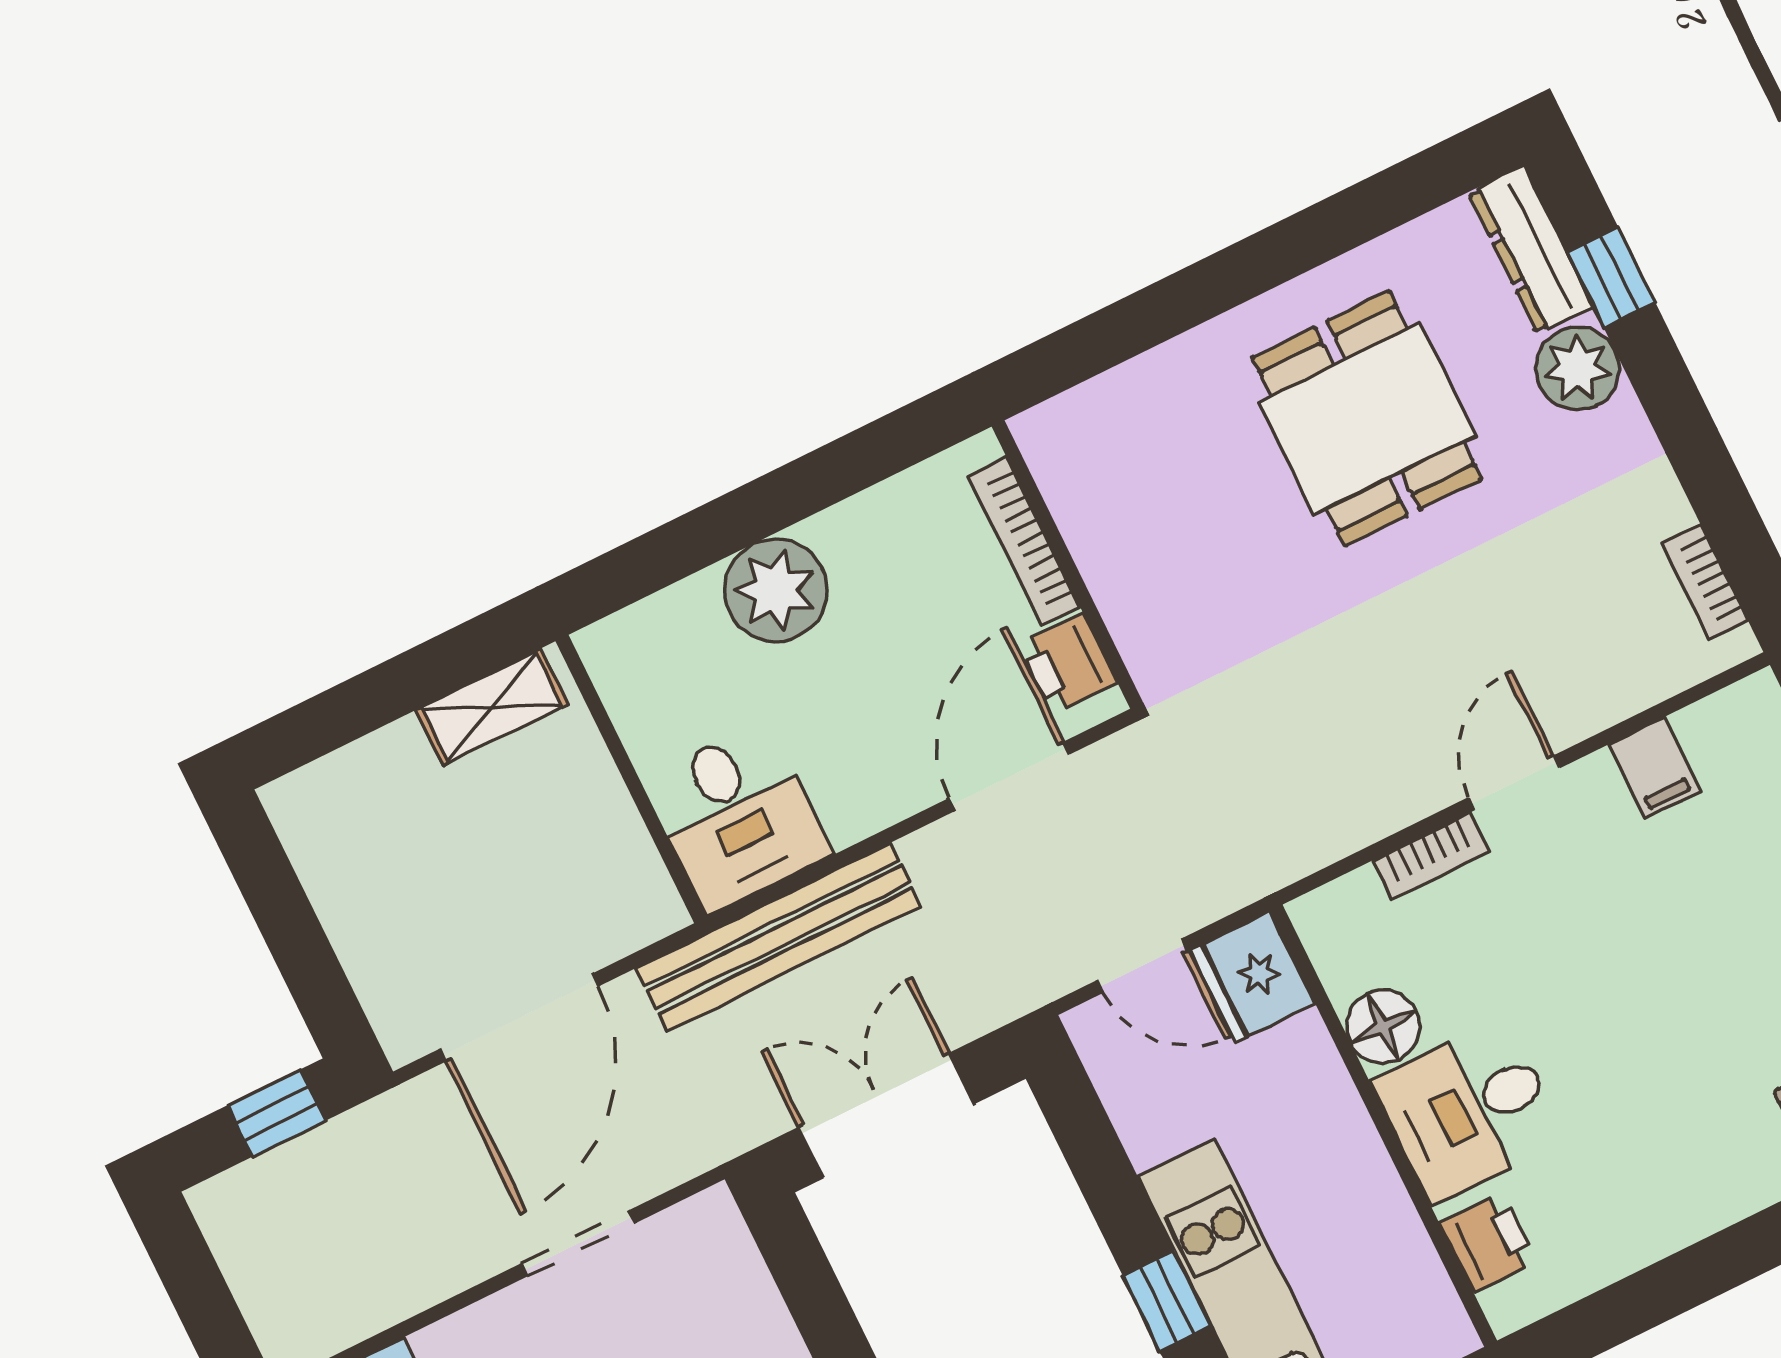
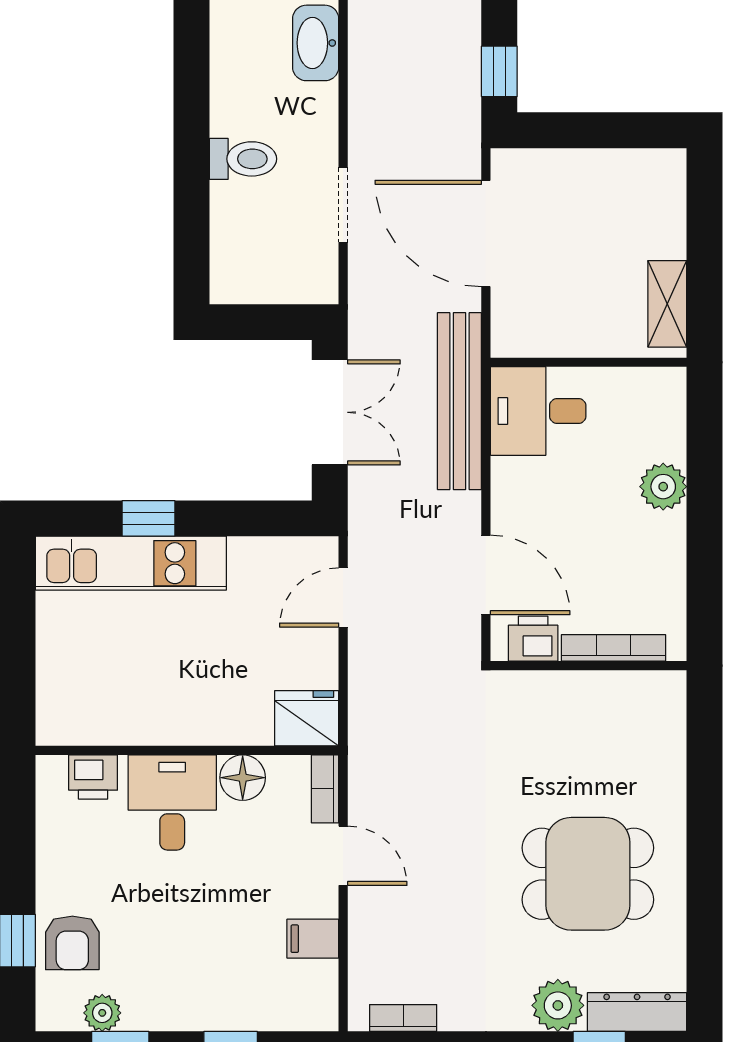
plant: (776, 590) -> (663, 487), width x0.73, depth x0.73
fridge: (1253, 977) -> (307, 718), moved
floor lamp: (1383, 1027) -> (243, 778), moved
desk: (1469, 1110) -> (172, 802), moved
wall: (1383, 1126) -> (187, 750), moved
printer: (1488, 1242) -> (93, 777), moved

